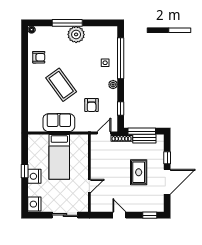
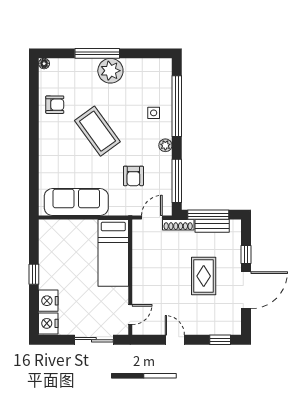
coffee table: (61, 85) -> (97, 131), moved
window: (121, 108) -> (177, 181), width x2.17
sofa: (59, 123) -> (76, 202), width x1.36
bed: (59, 157) -> (113, 253), moved
nightstand: (34, 176) -> (48, 301), moved
door: (89, 186) -> (130, 315), moved

